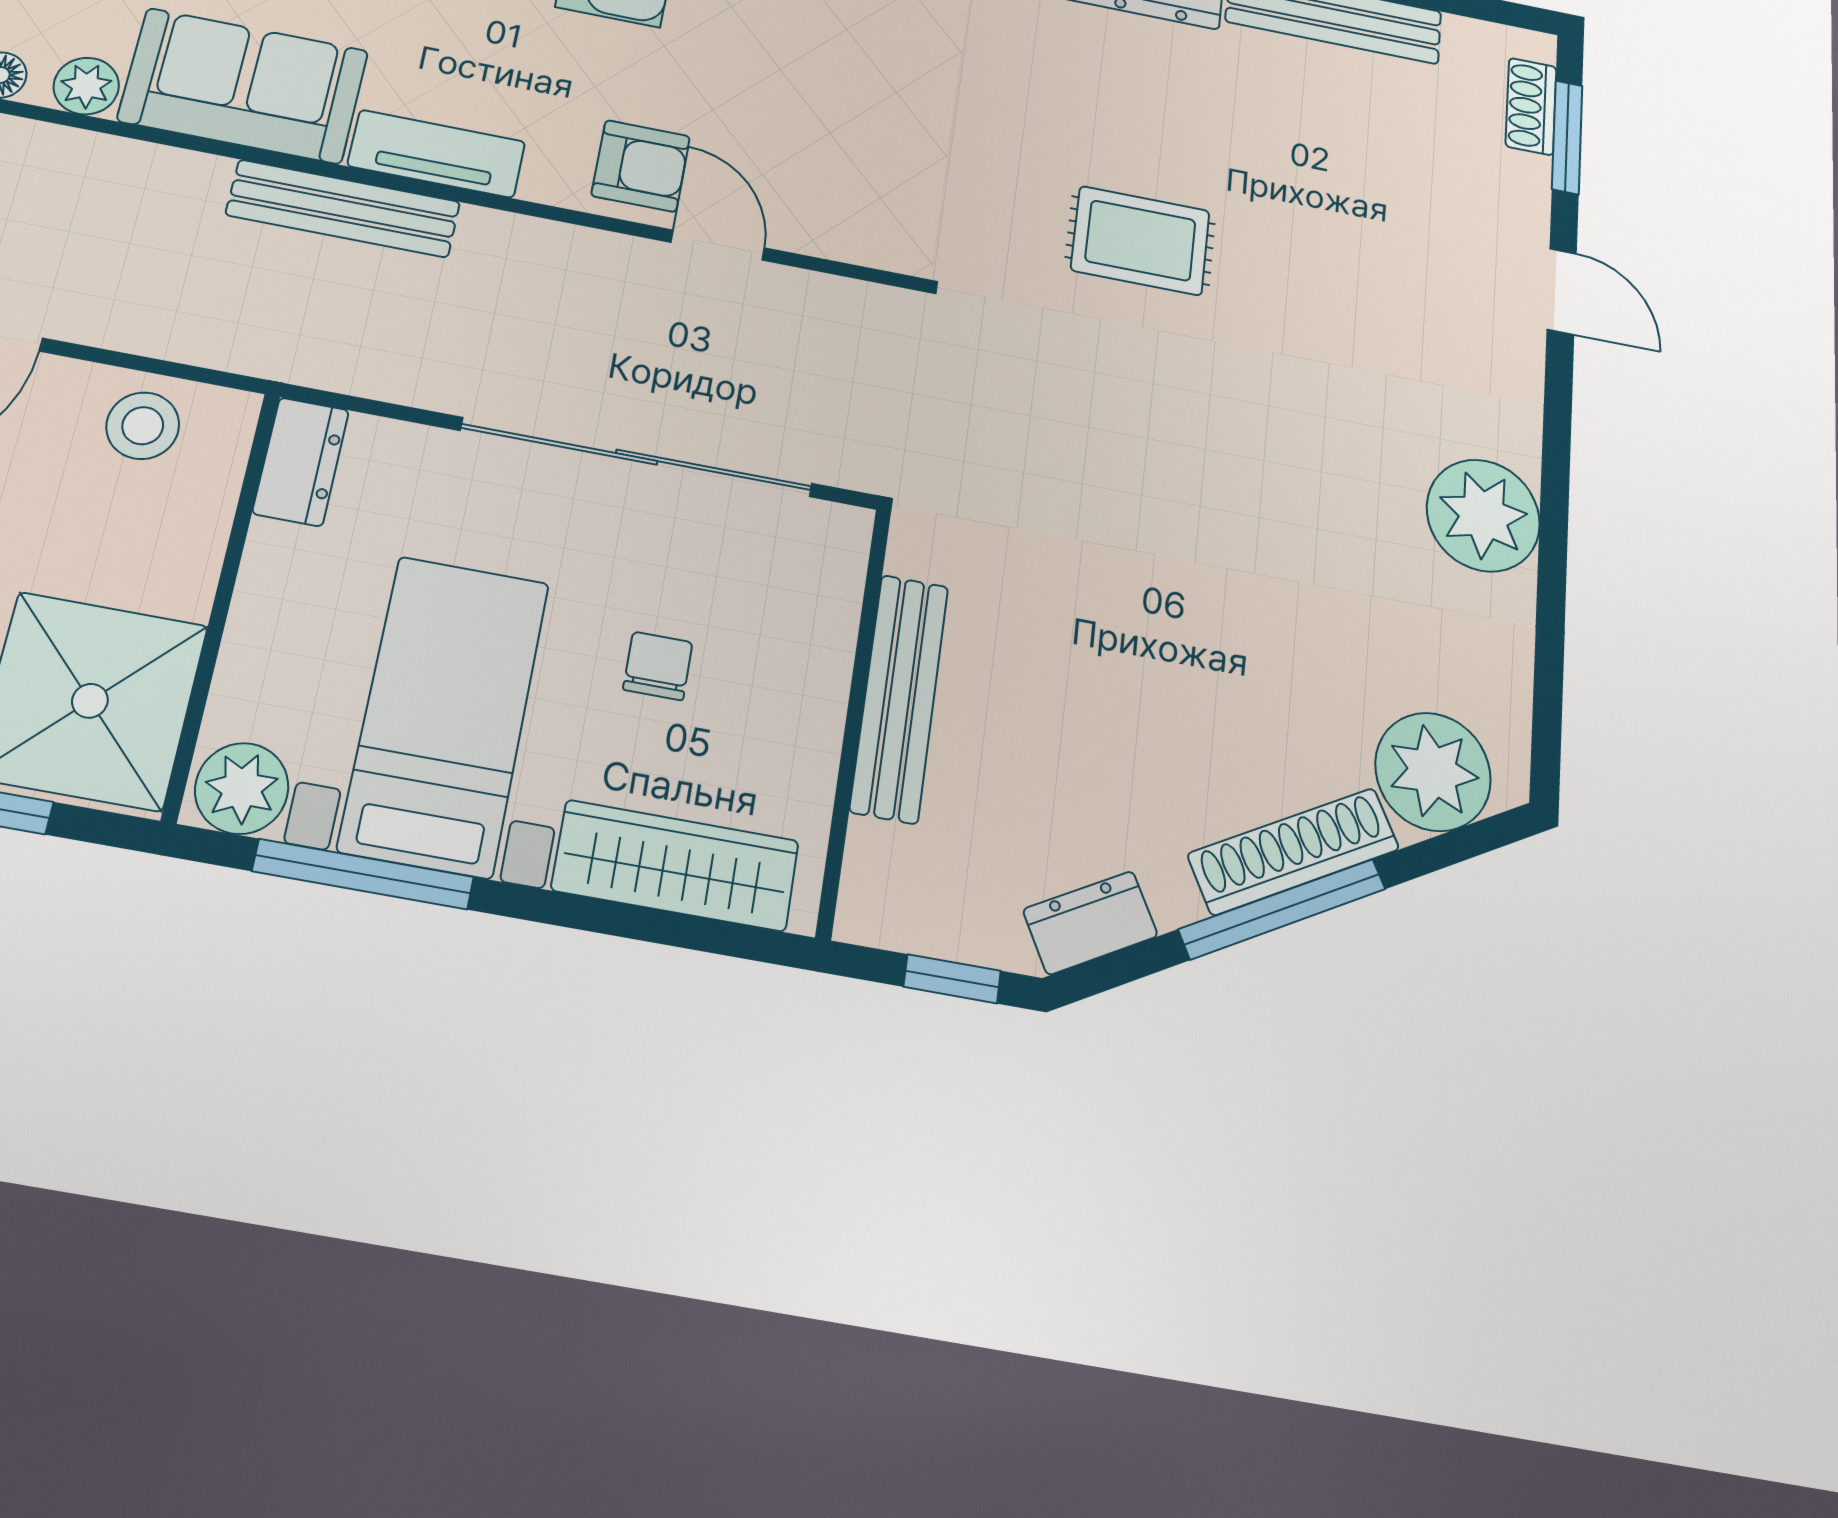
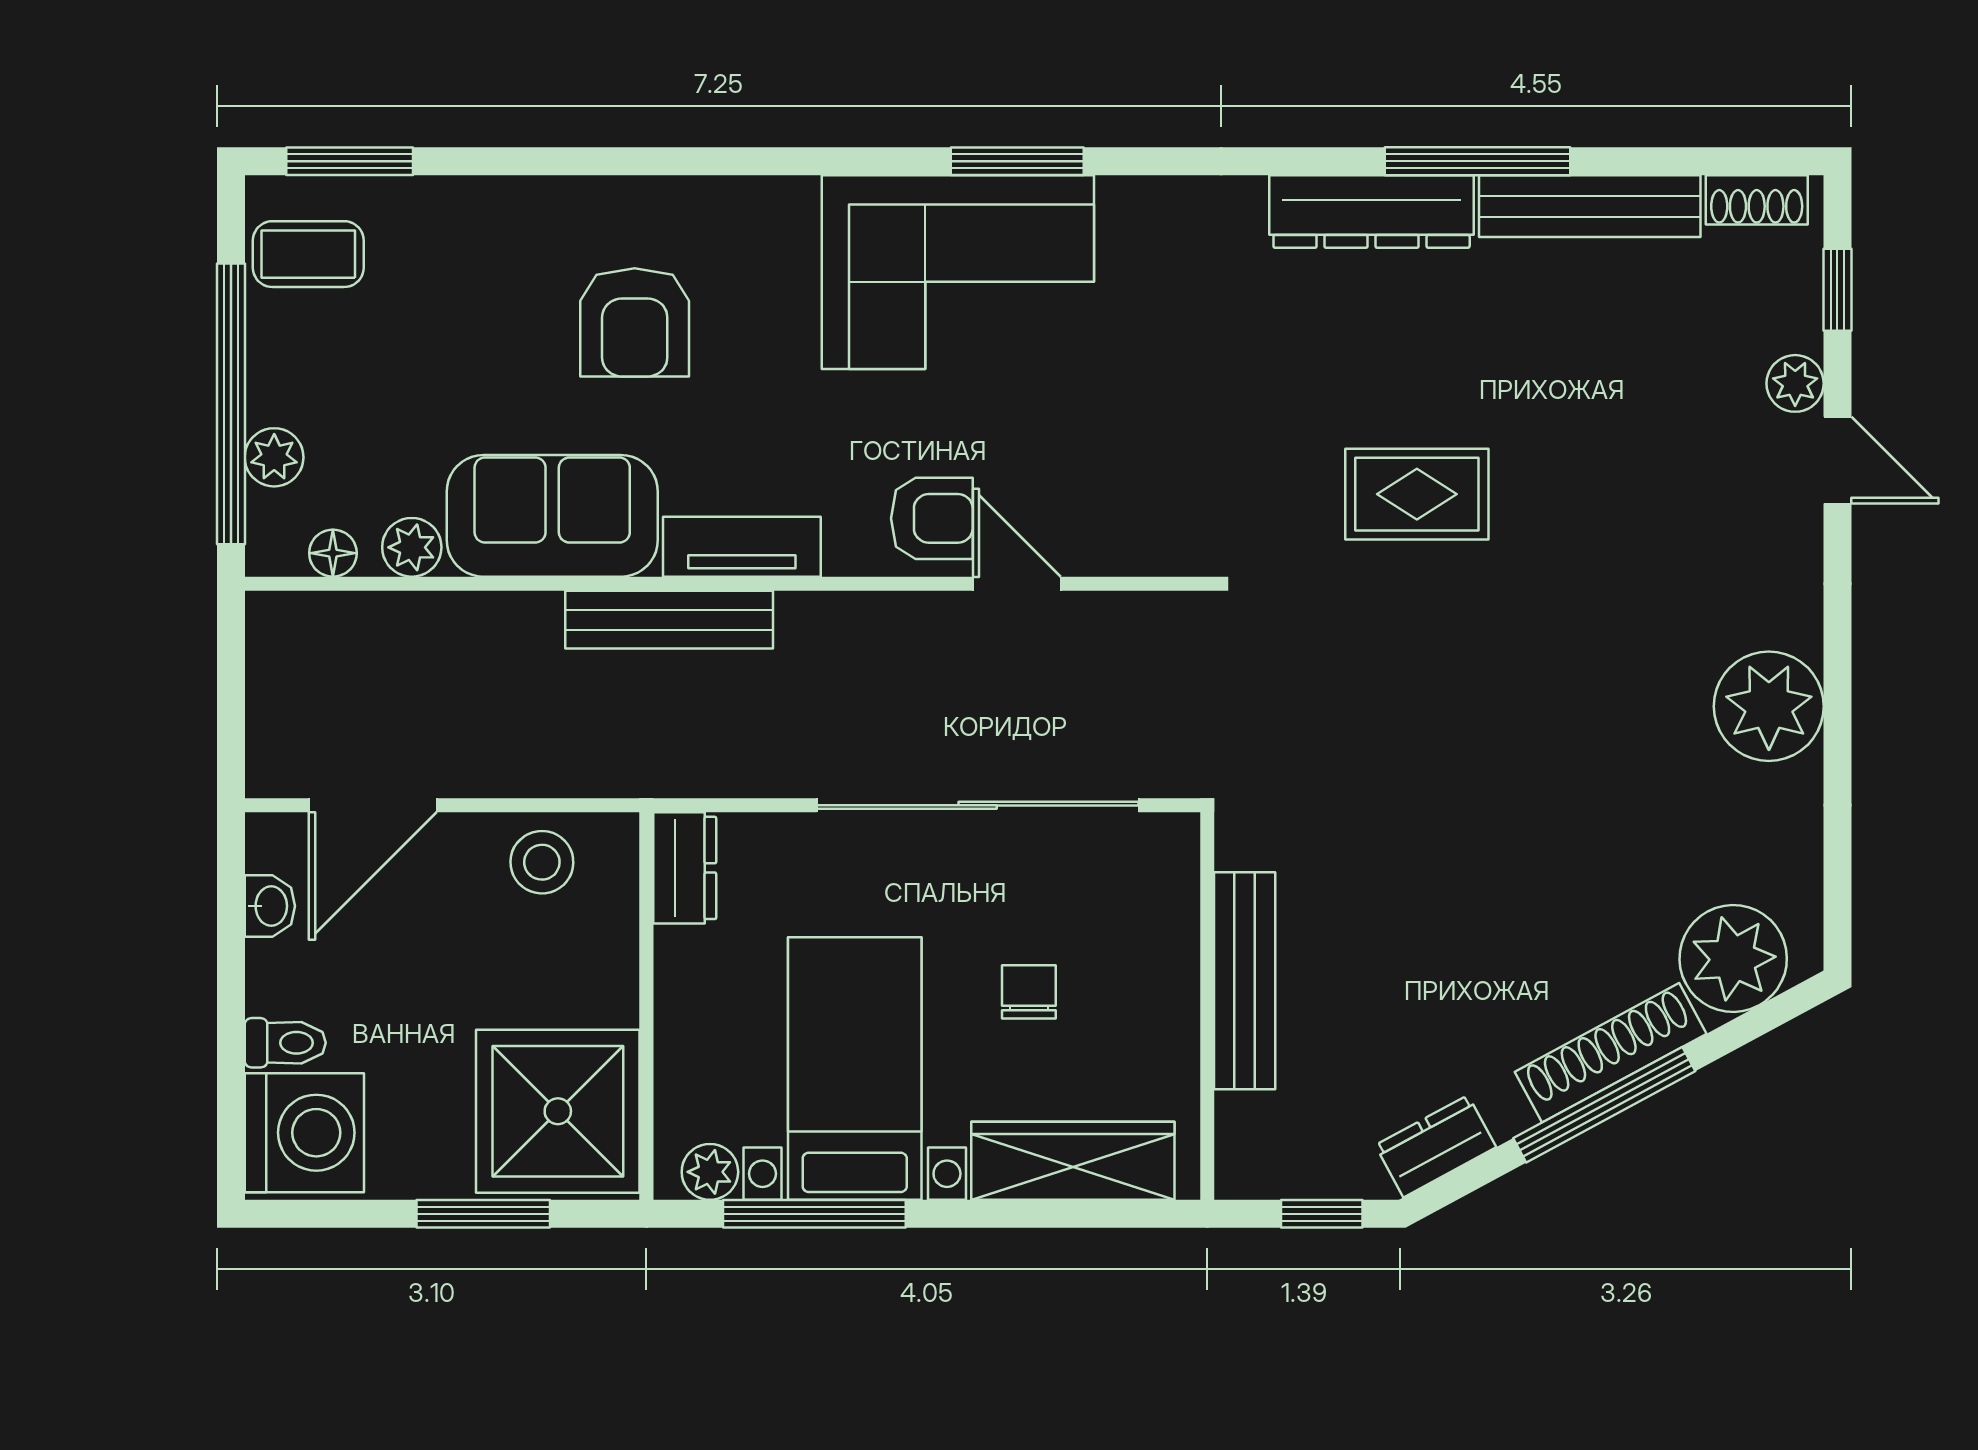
shoe rack: (1531, 106) -> (1757, 200), moved, turned -90
window: (1567, 137) -> (1837, 290), width x0.67
plant: (1523, 213) -> (1795, 383), added
plant: (242, 788) -> (710, 1172), width x0.73, depth x0.73

